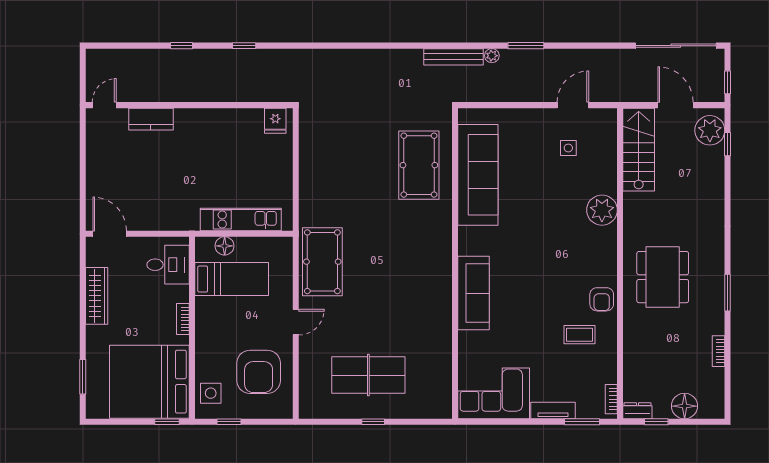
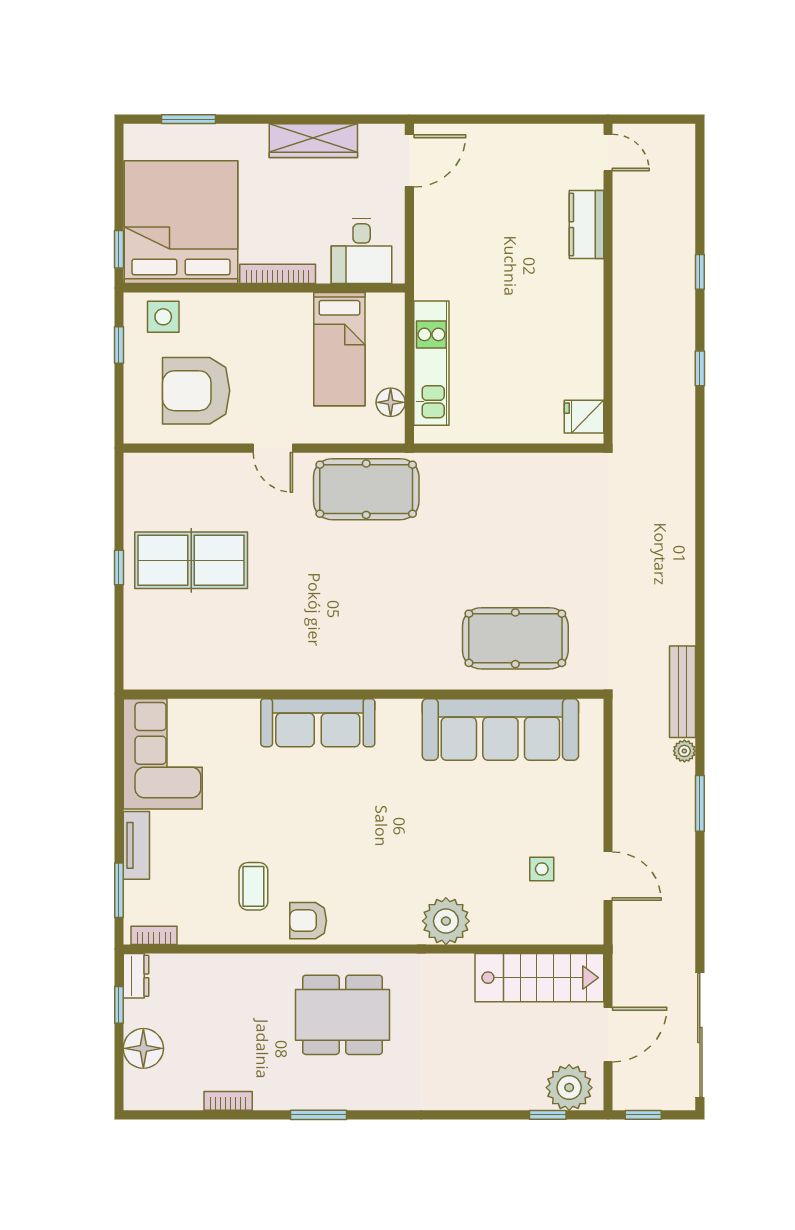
floor lamp: (225, 246) -> (391, 402), moved
bookcase: (183, 319) -> (278, 274), width x1.56
table tennis table: (368, 375) -> (191, 560), turned 90

